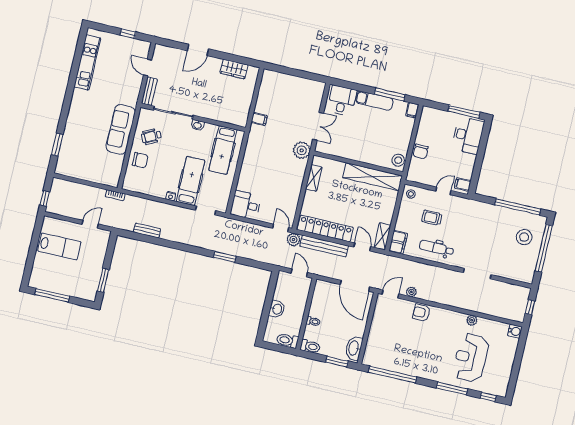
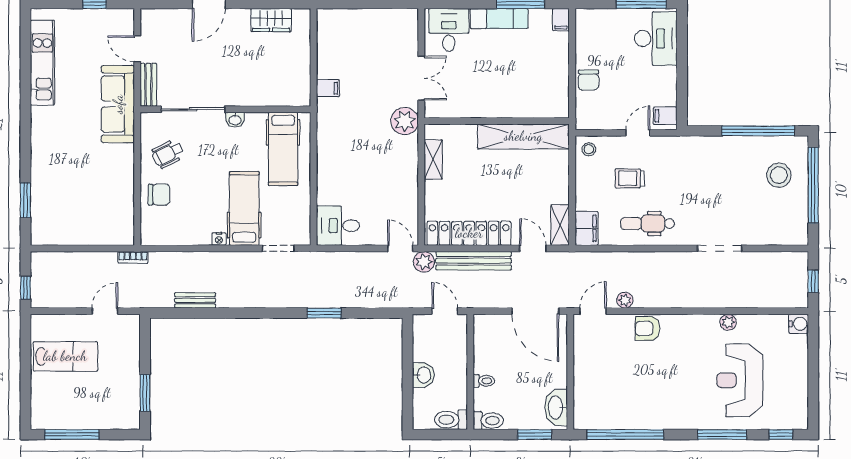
sofa: (121, 129) -> (118, 104), moved
stool: (398, 160) -> (557, 102), removed

